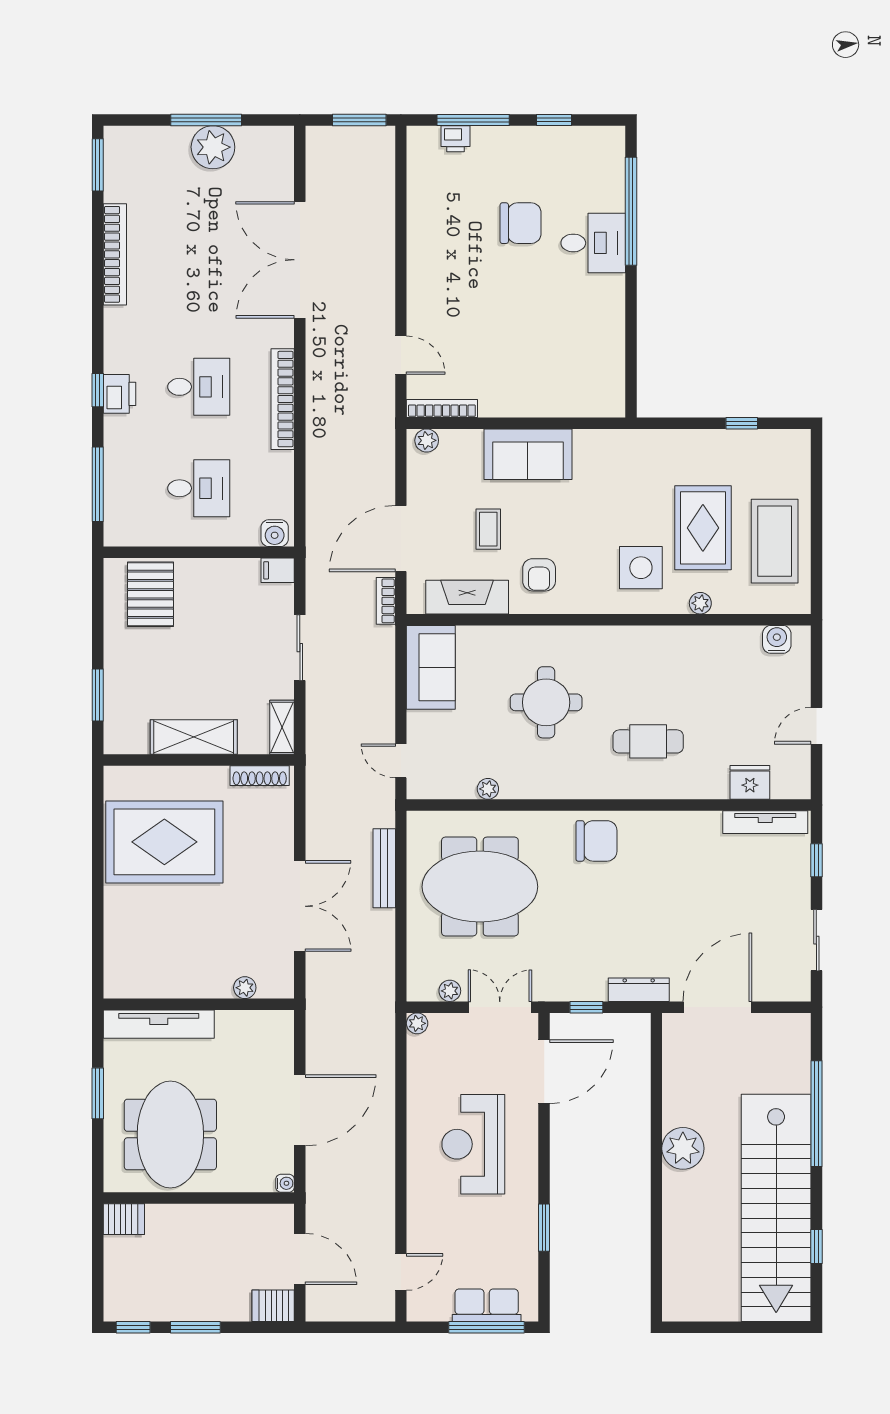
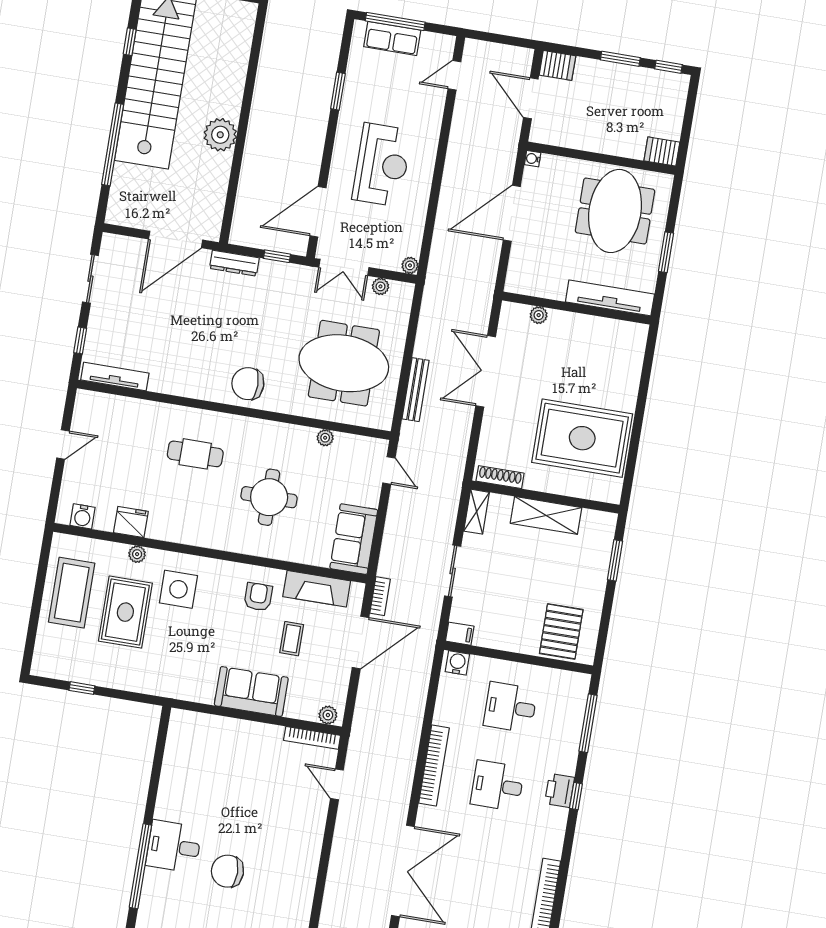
fridge: (750, 782) -> (131, 522), moved, turned 180

